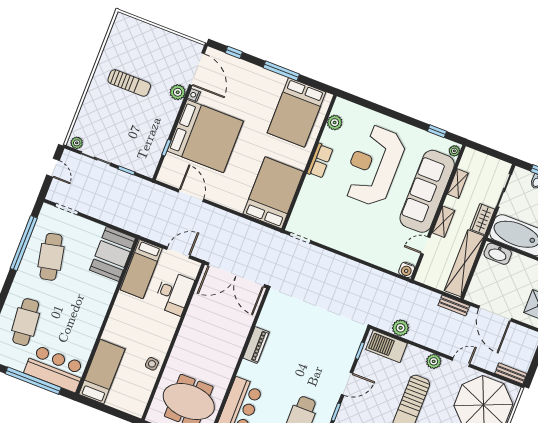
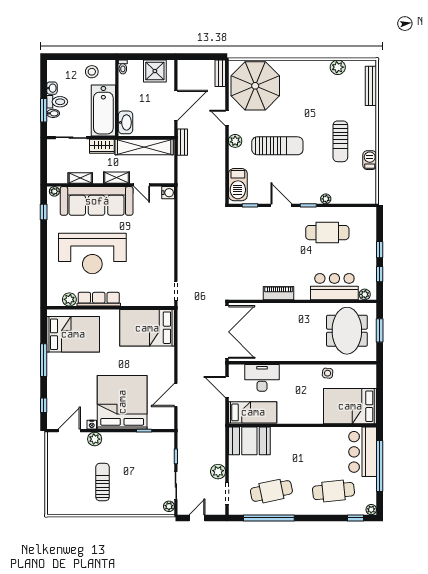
door: (197, 69) -> (69, 431), width x0.73
row of seats: (320, 161) -> (99, 299), width x1.48
plant: (401, 328) -> (218, 472), moved
bed: (102, 372) -> (350, 406), width x1.50

